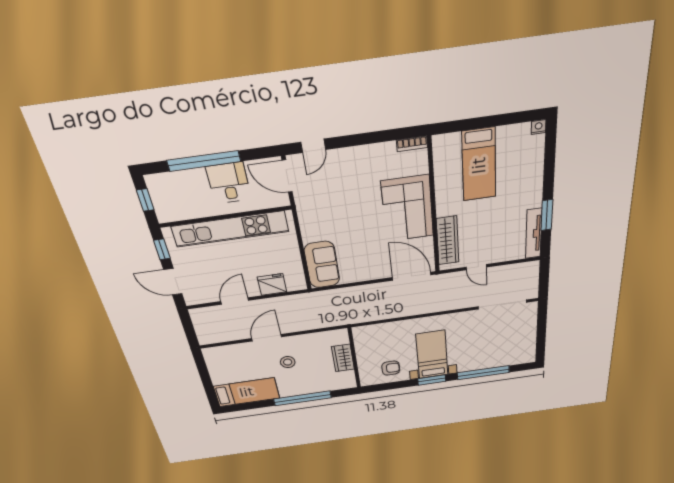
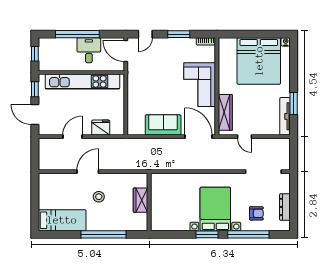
window: (367, 138) -> (179, 34), added
bed: (479, 165) -> (259, 61), width x2.04
sofa: (322, 265) -> (163, 125), moved, turned -90
dresser: (530, 339) -> (285, 207), added
bed with nightstands: (432, 355) -> (215, 209), width x1.36
armchair: (391, 368) -> (256, 213), moved

